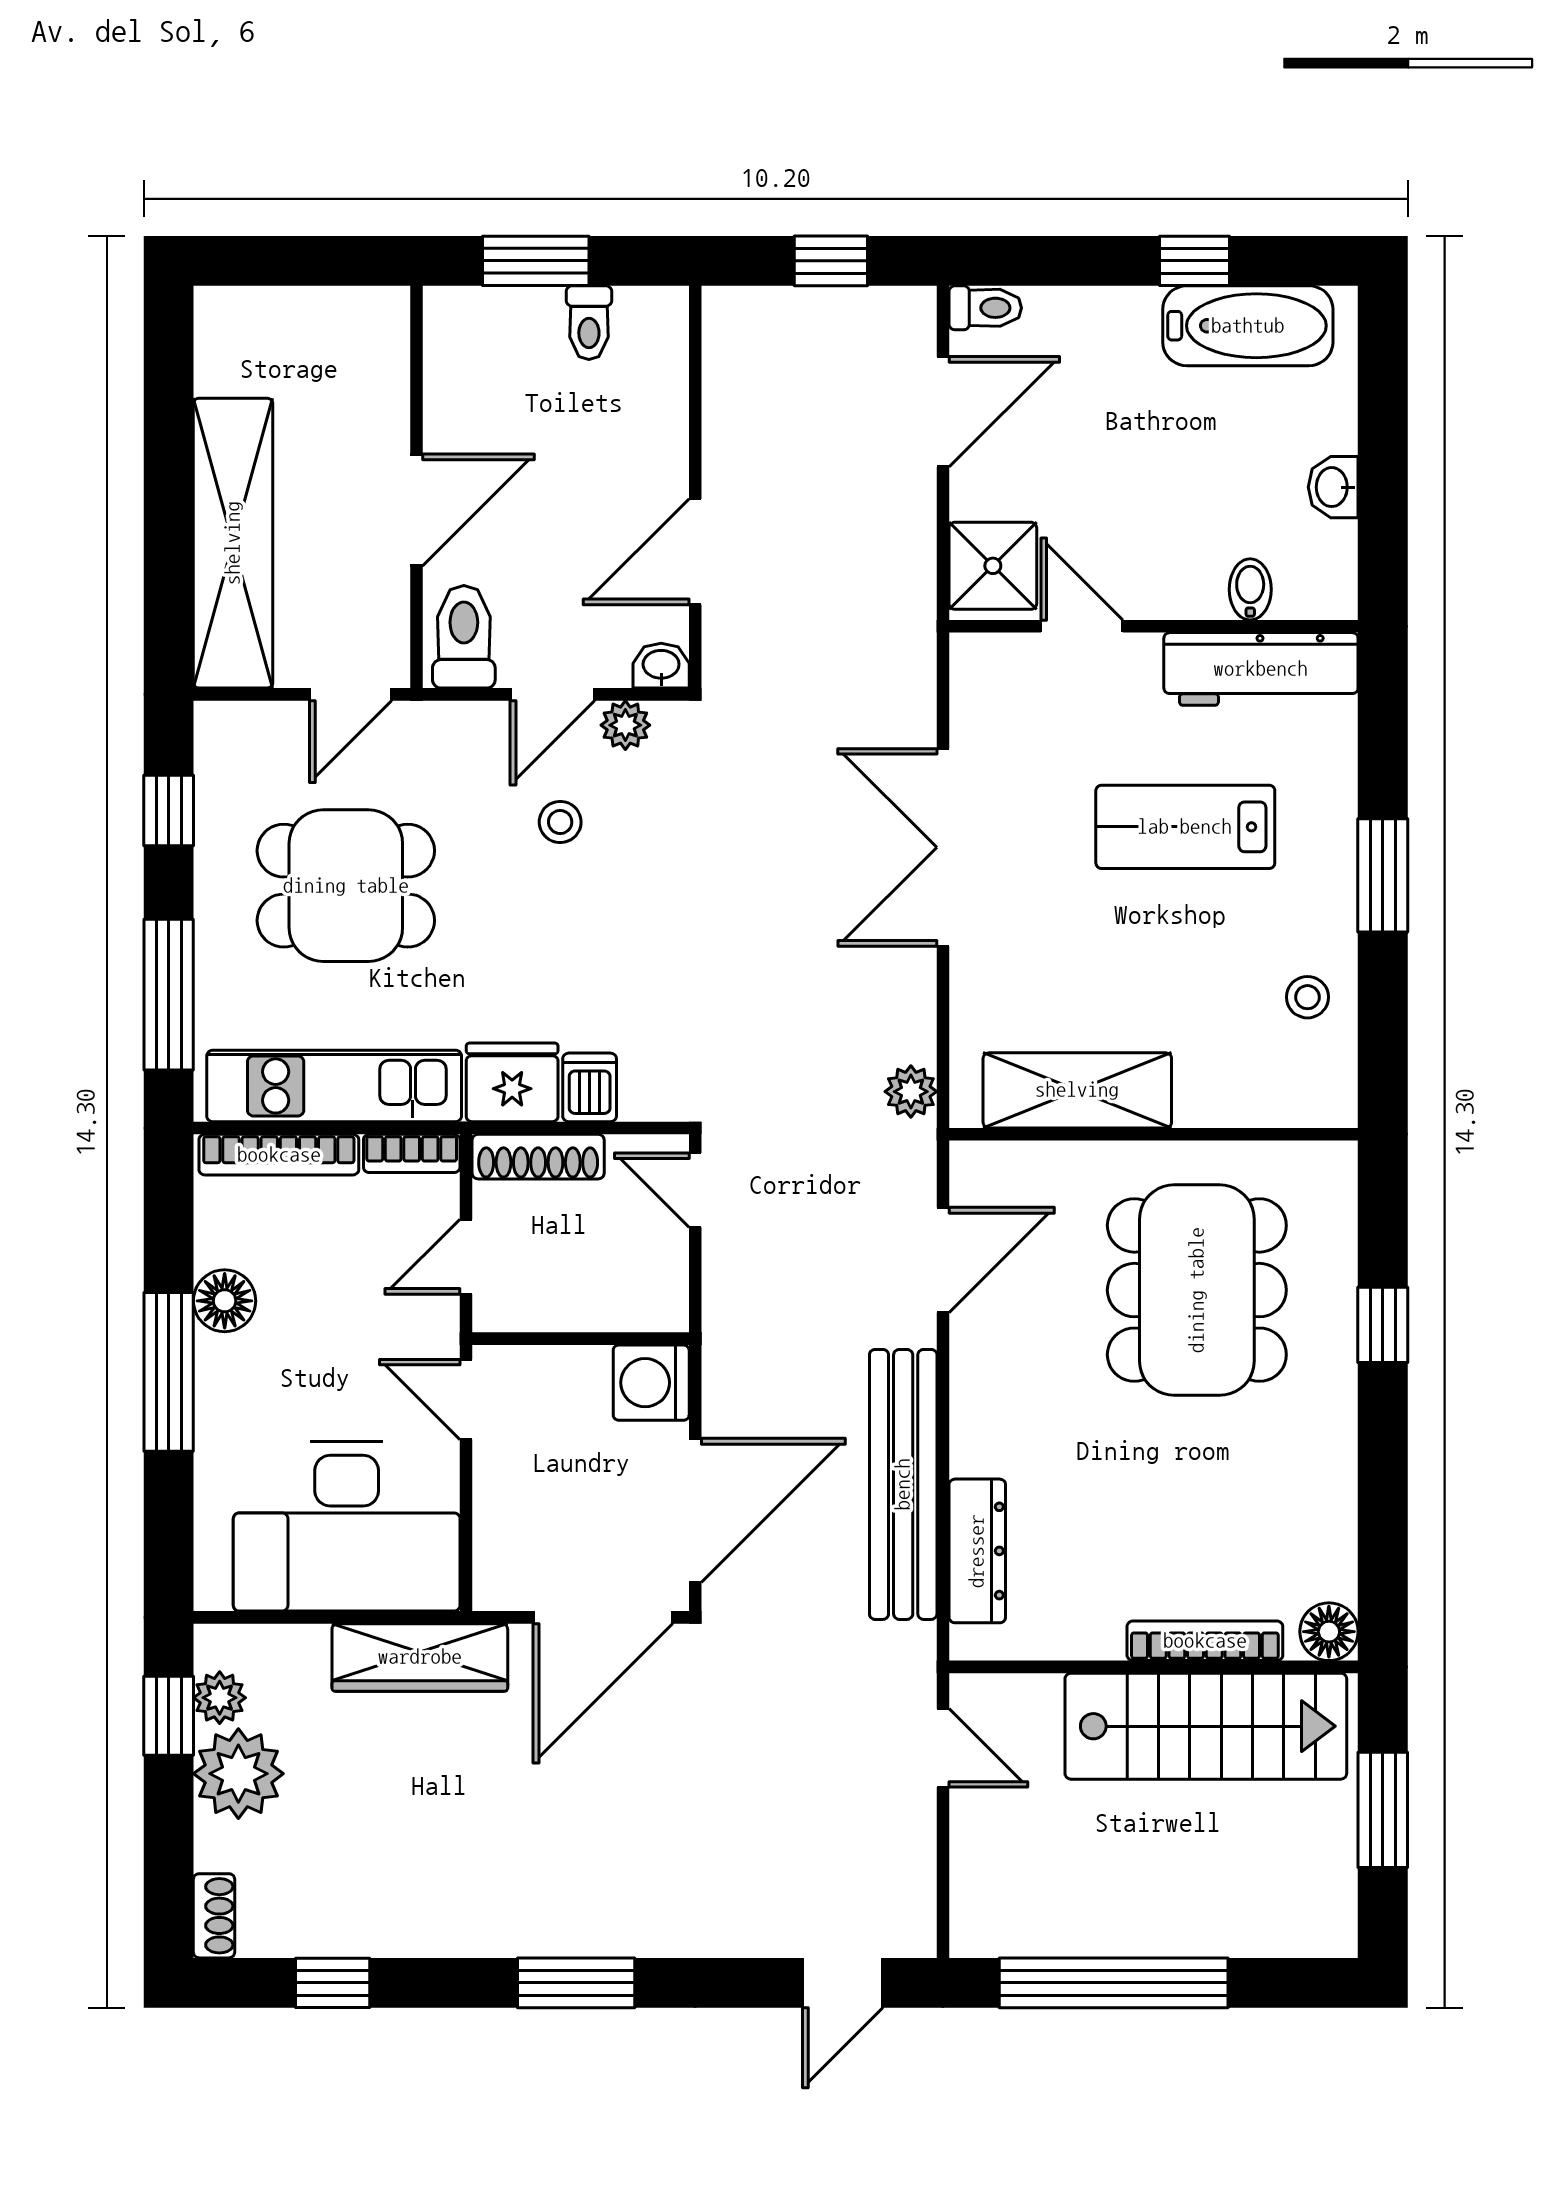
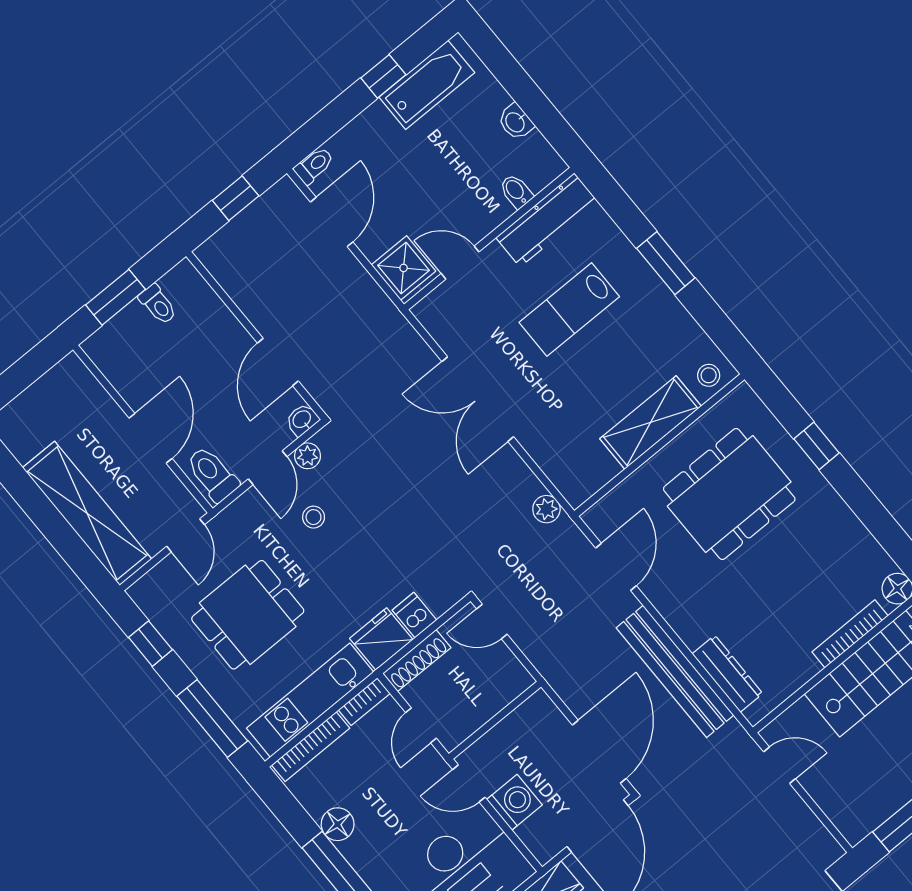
stool: (1307, 997) -> (709, 375), moved
shelving: (1077, 1090) -> (651, 422), moved
dining table: (1197, 1290) -> (729, 494), turned 90
washing machine: (651, 1383) -> (514, 802), moved, turned 180

